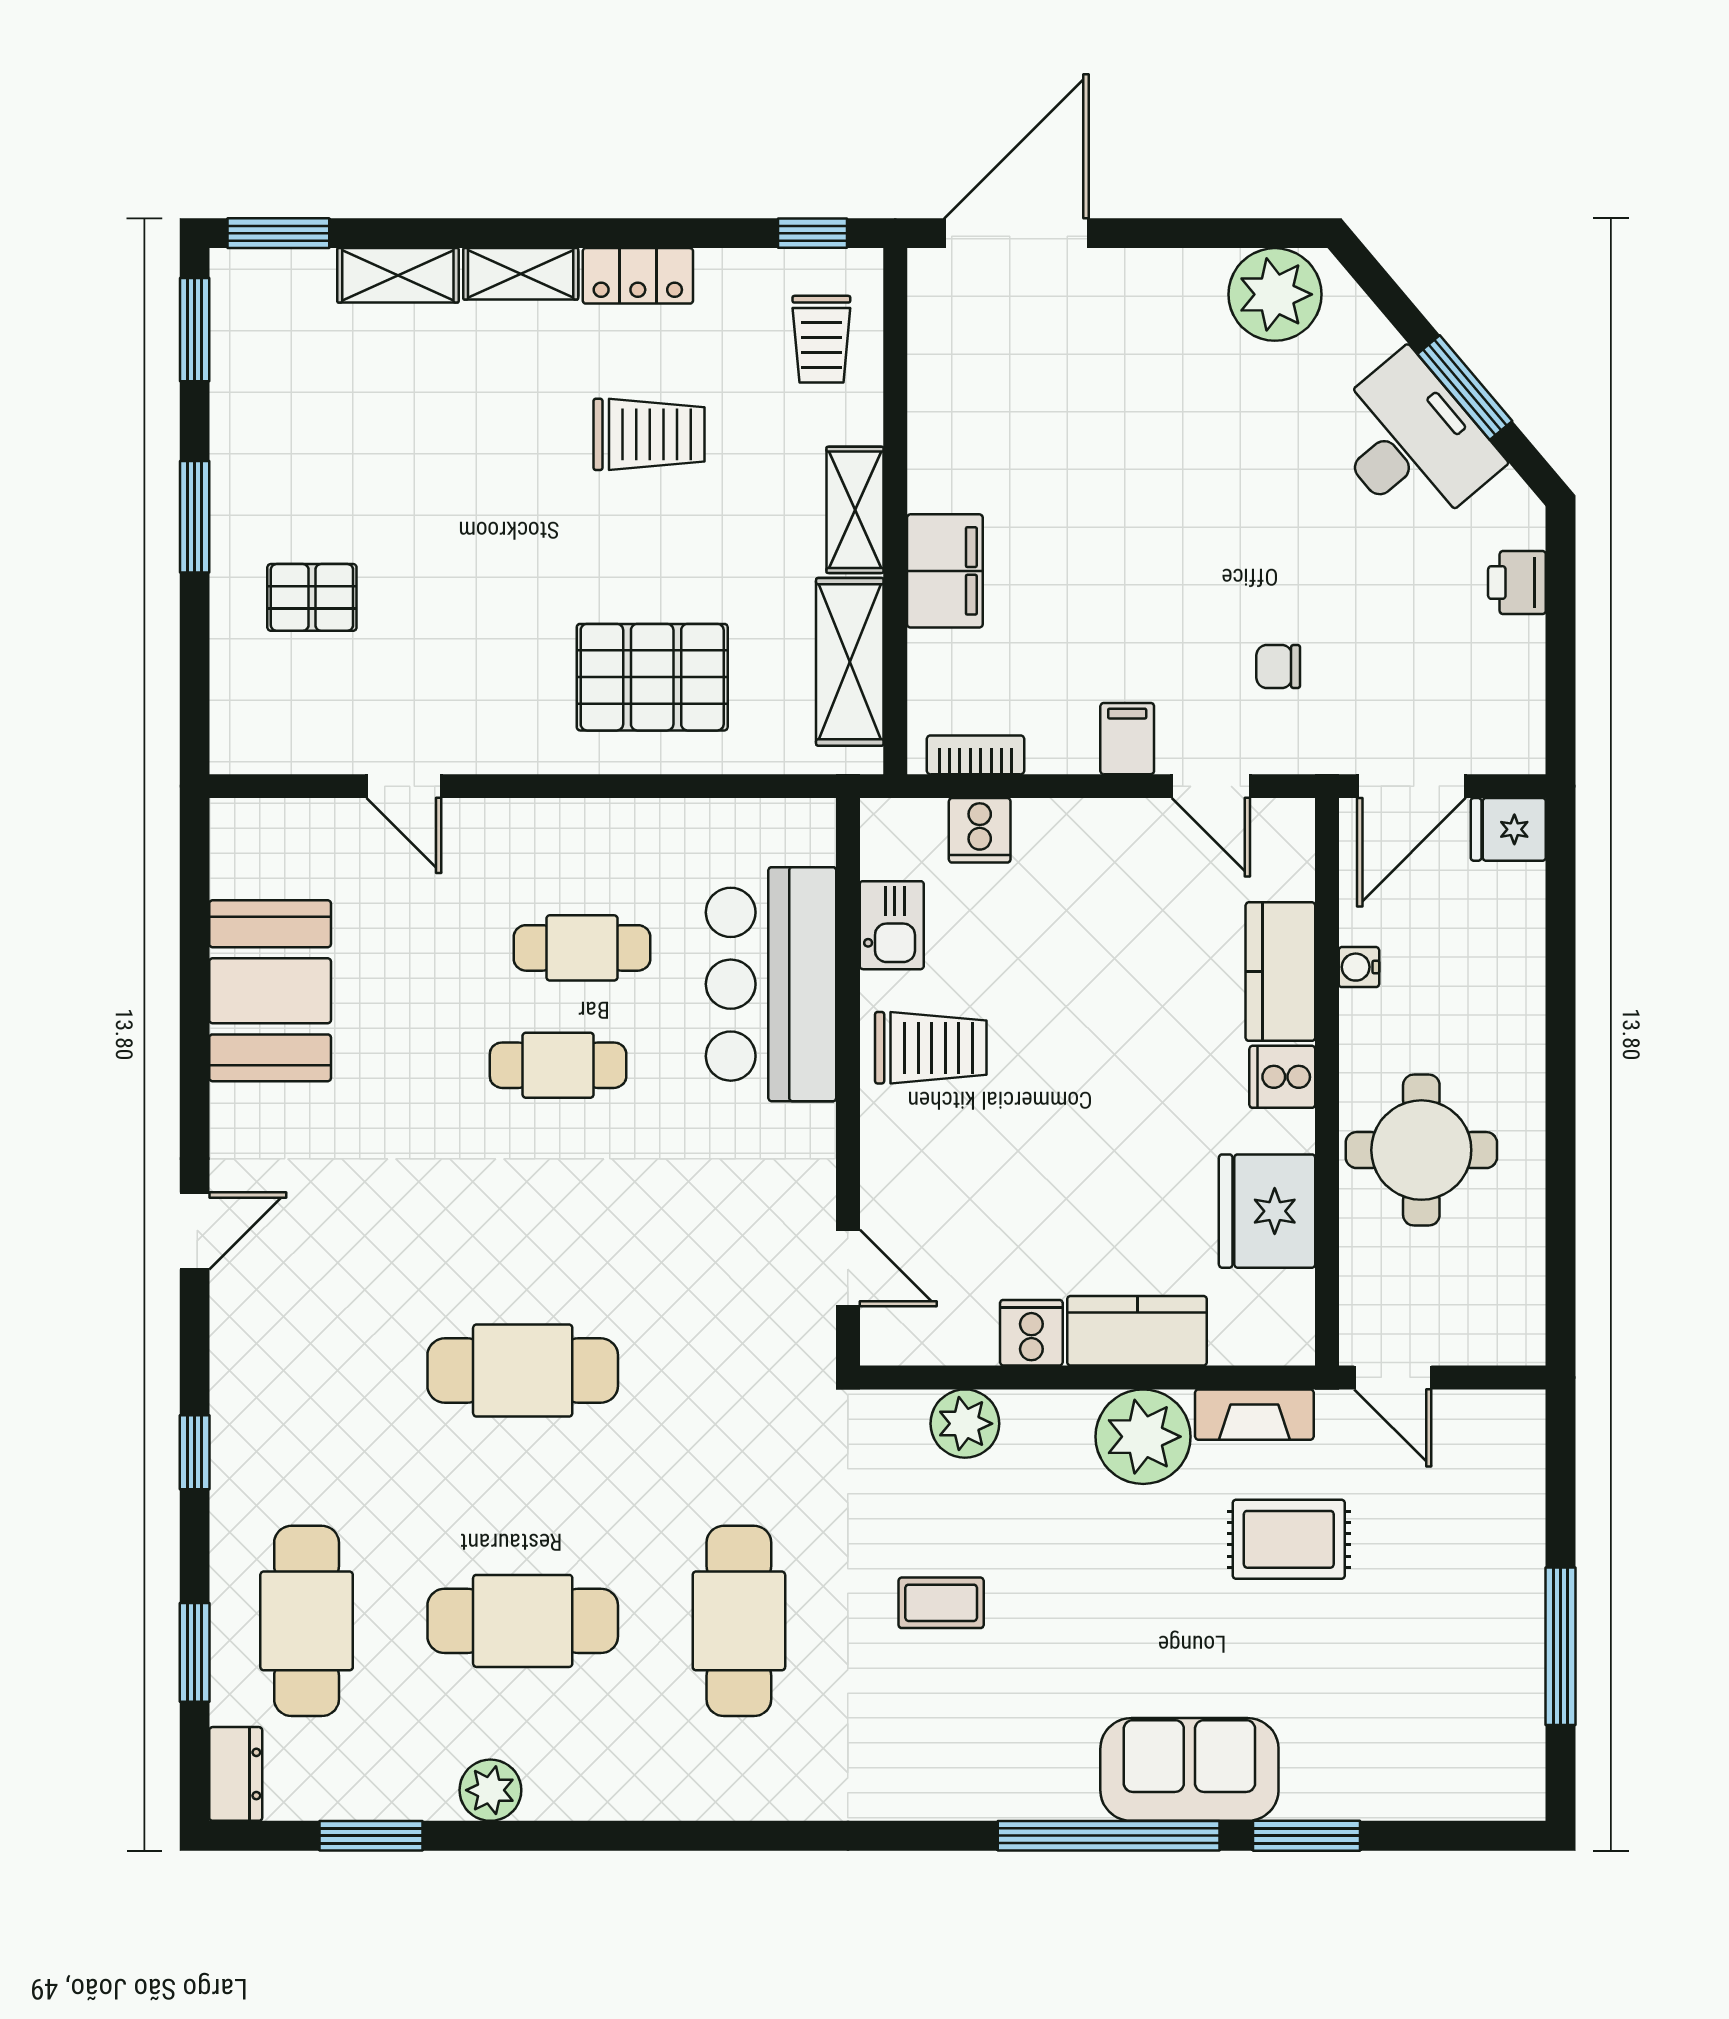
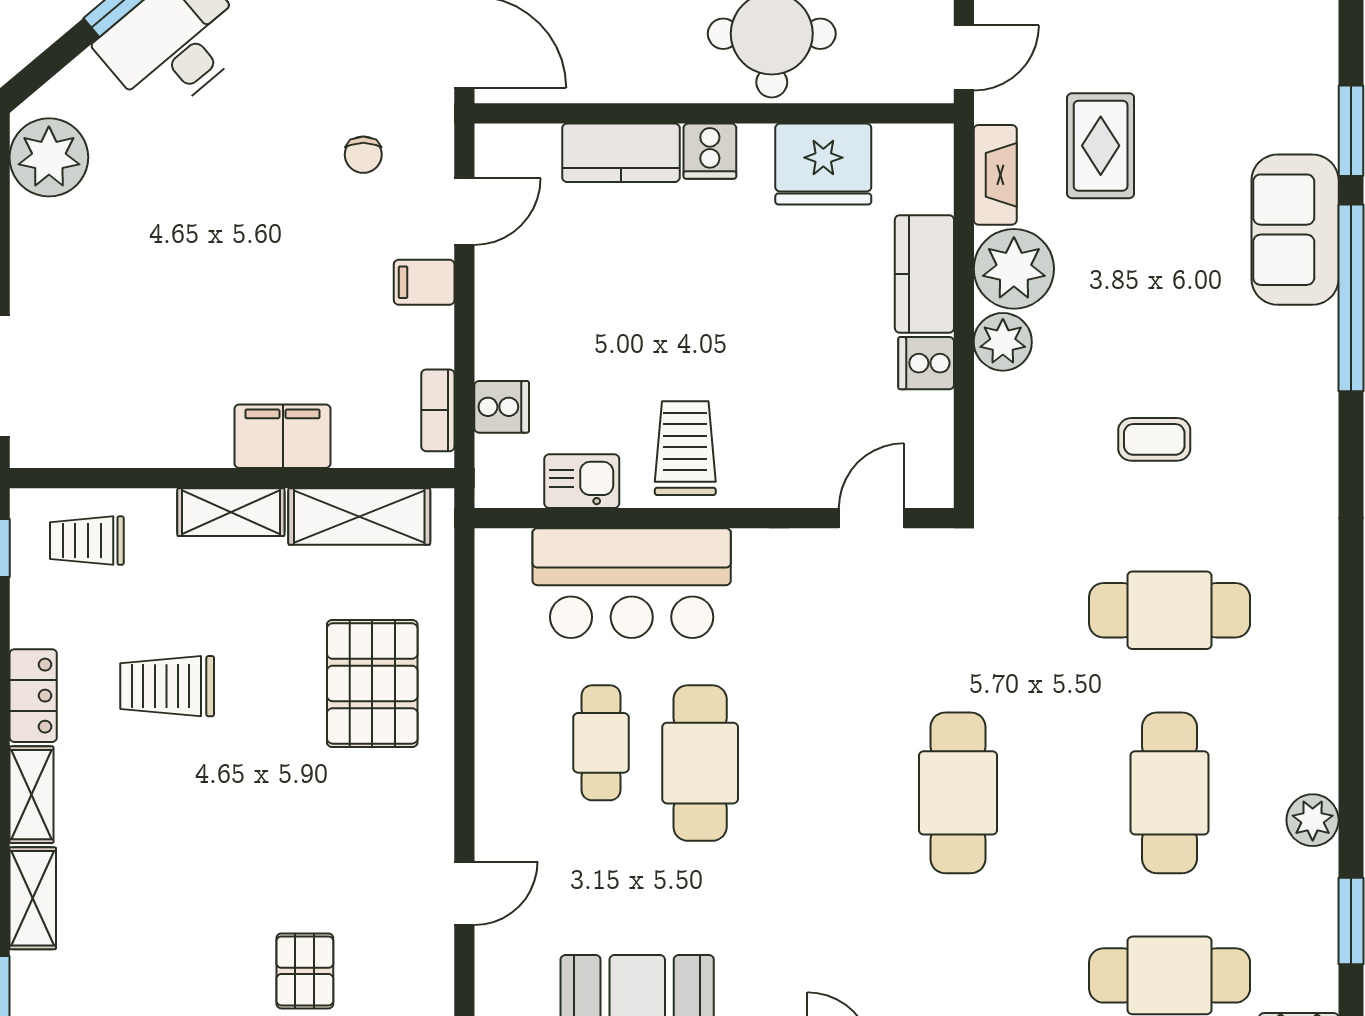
trolley: (821, 339) -> (87, 541), turned 180
trolley: (649, 434) -> (167, 686), turned -90
water cooler: (1359, 967) -> (617, 86), removed
cafe table: (558, 1065) -> (700, 763), width x1.37, depth x1.35
plant: (965, 1424) -> (1003, 342), moved
coffee table: (941, 1603) -> (1154, 439), turned 90

